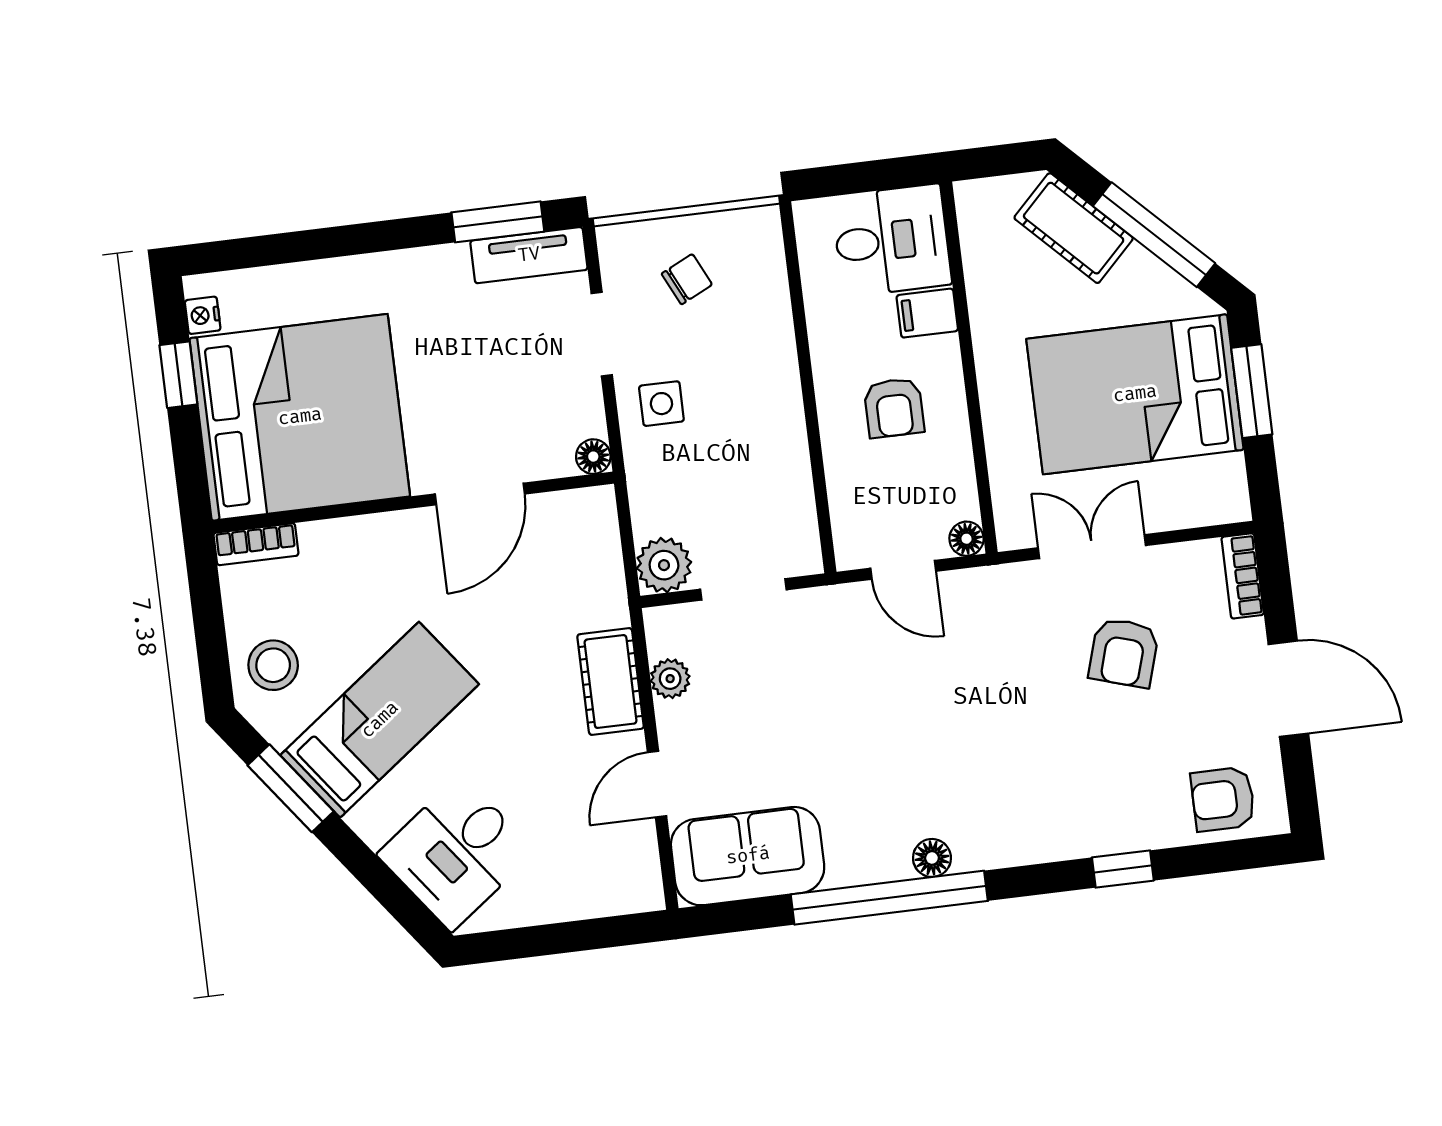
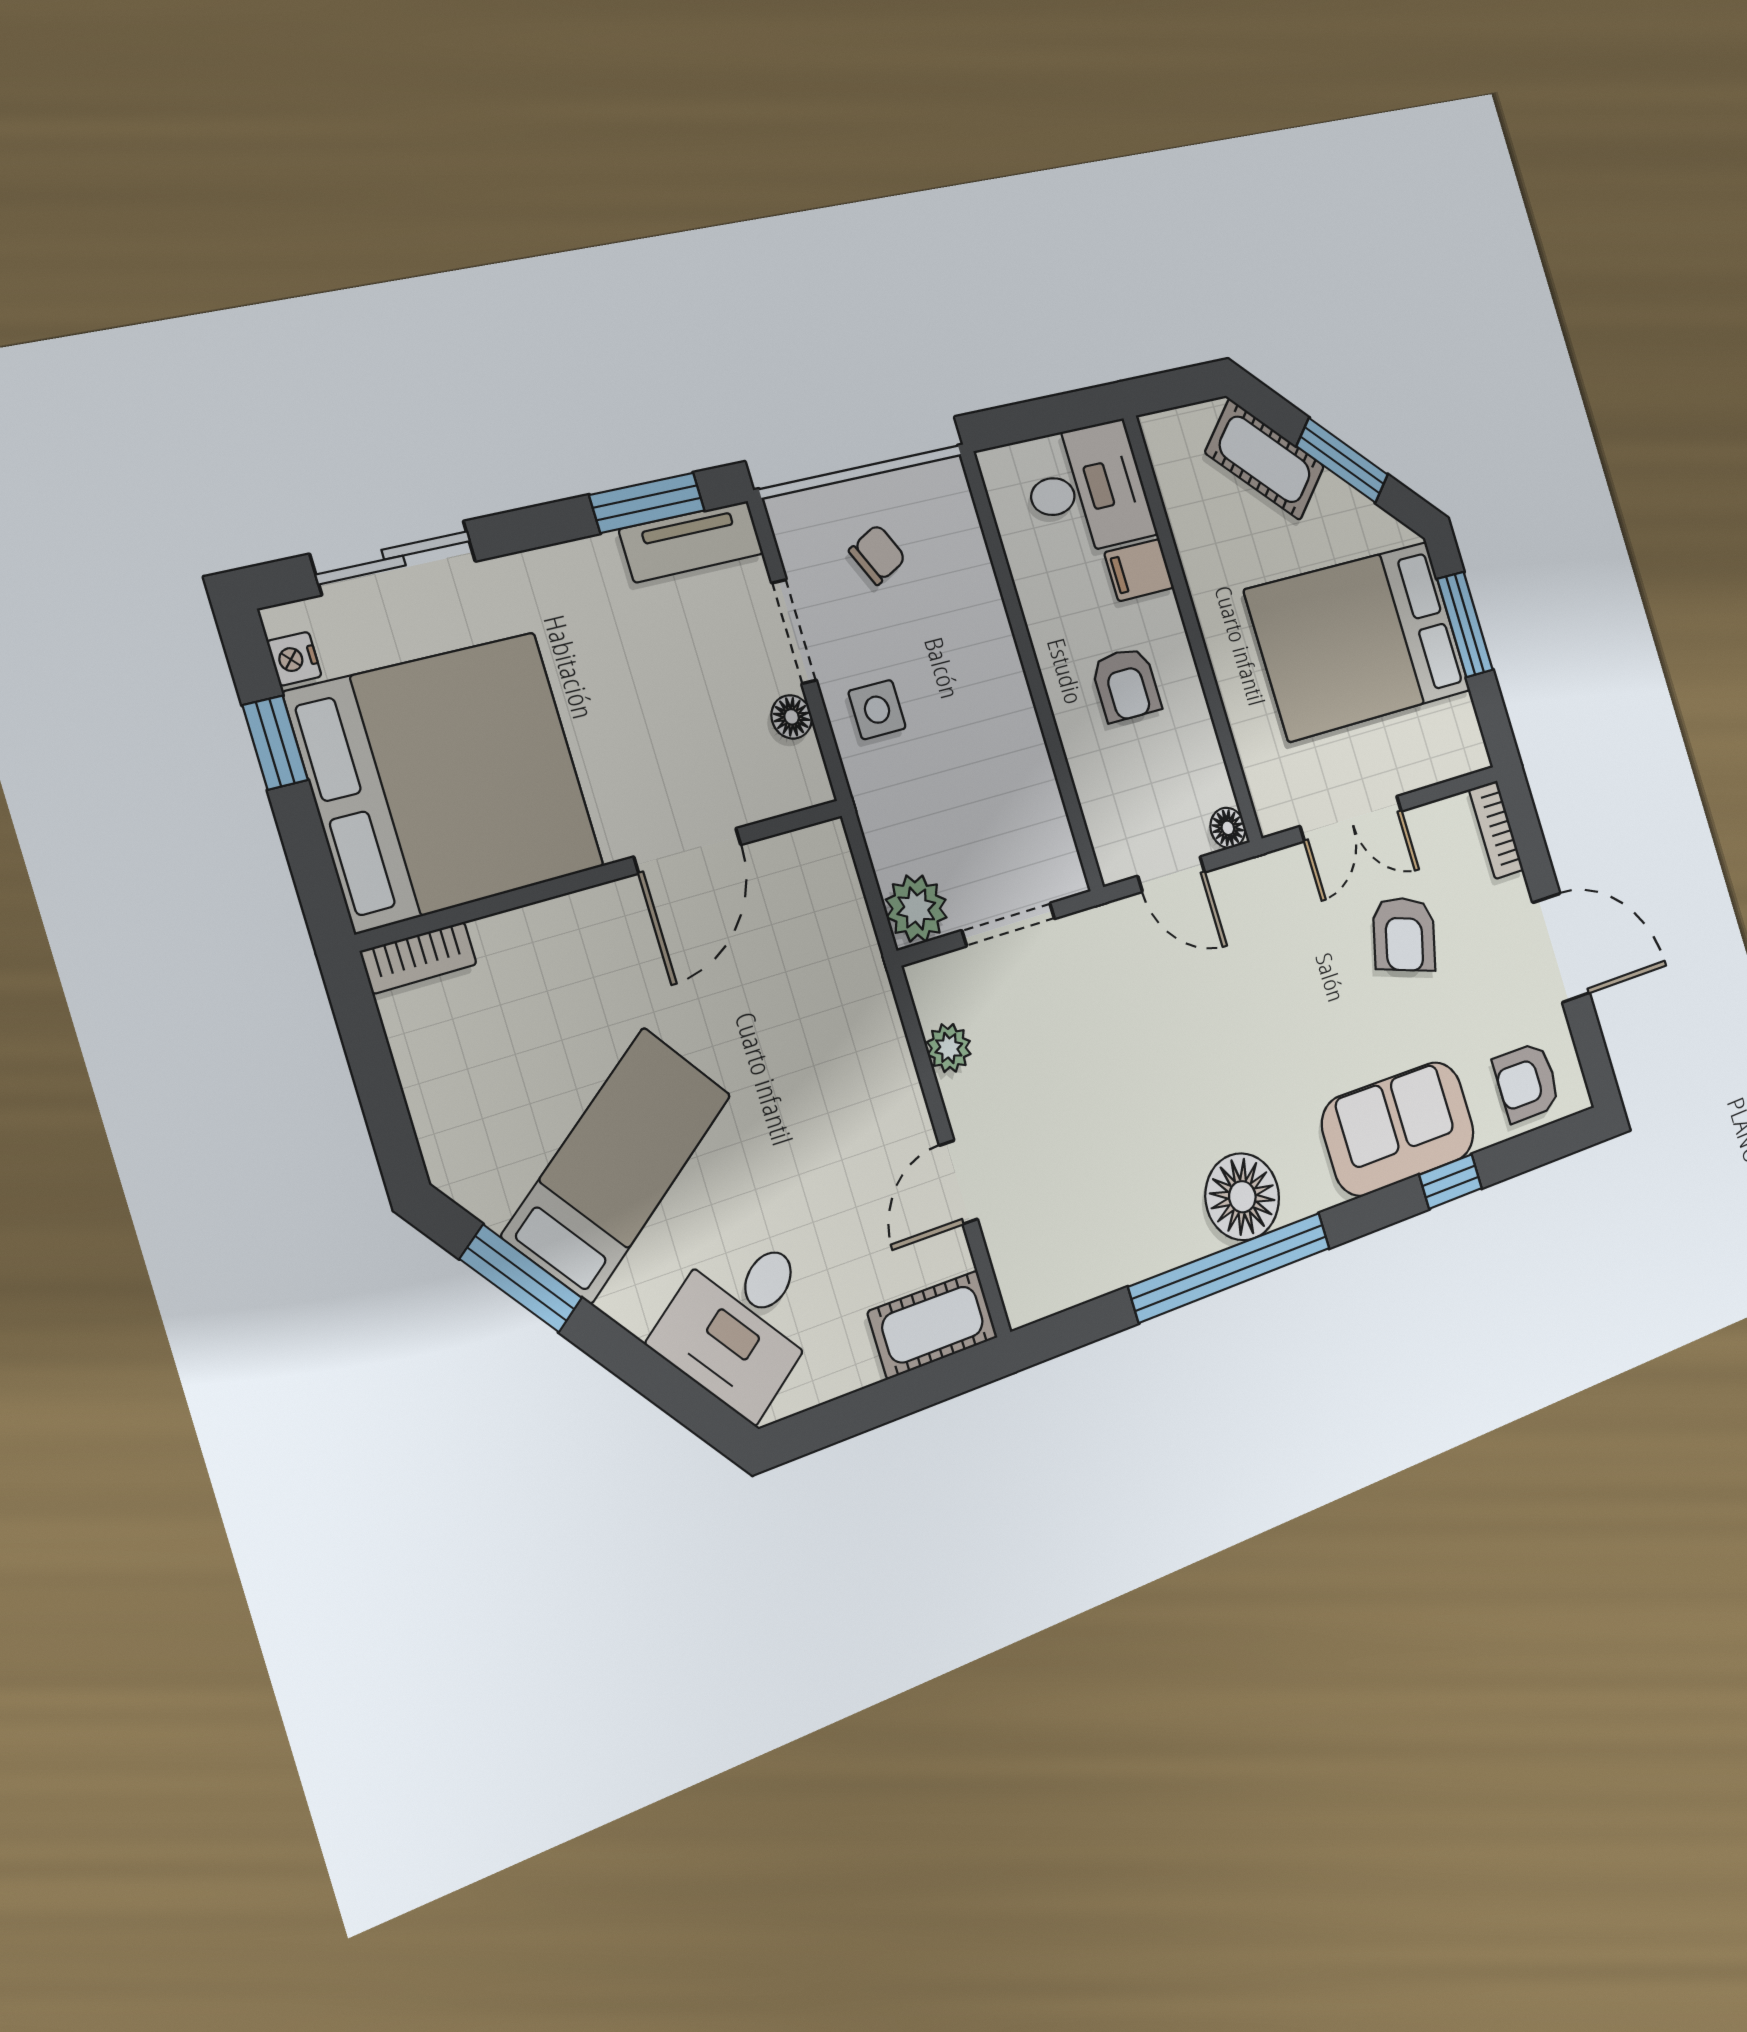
window: (1154, 235) -> (1342, 460), width x0.69
sliding door: (290, 247) -> (394, 558), added
floor lamp: (593, 457) -> (792, 717), moved
double door: (1092, 547) -> (1351, 819), swing flipped
stool: (273, 665) -> (469, 1117), removed
cot: (611, 682) -> (933, 1325), moved, turned 90
sofa: (748, 856) -> (1398, 1129), moved
floor lamp: (932, 858) -> (1242, 1197), width x1.89, depth x1.89

